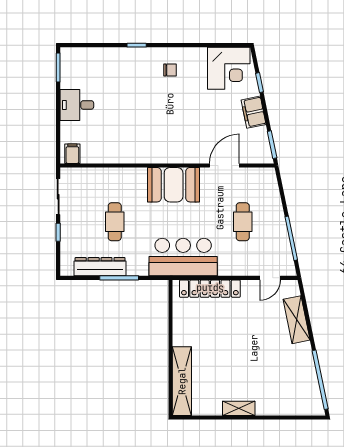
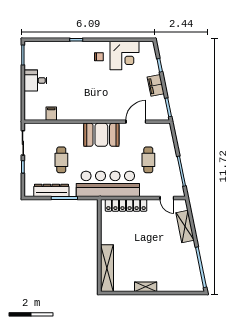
corner desk: (229, 68) -> (125, 55), moved
filing cabinet: (72, 154) -> (51, 114), moved
bar counter: (183, 257) -> (108, 184), width x1.36
door: (270, 278) -> (167, 198), hinge flipped

